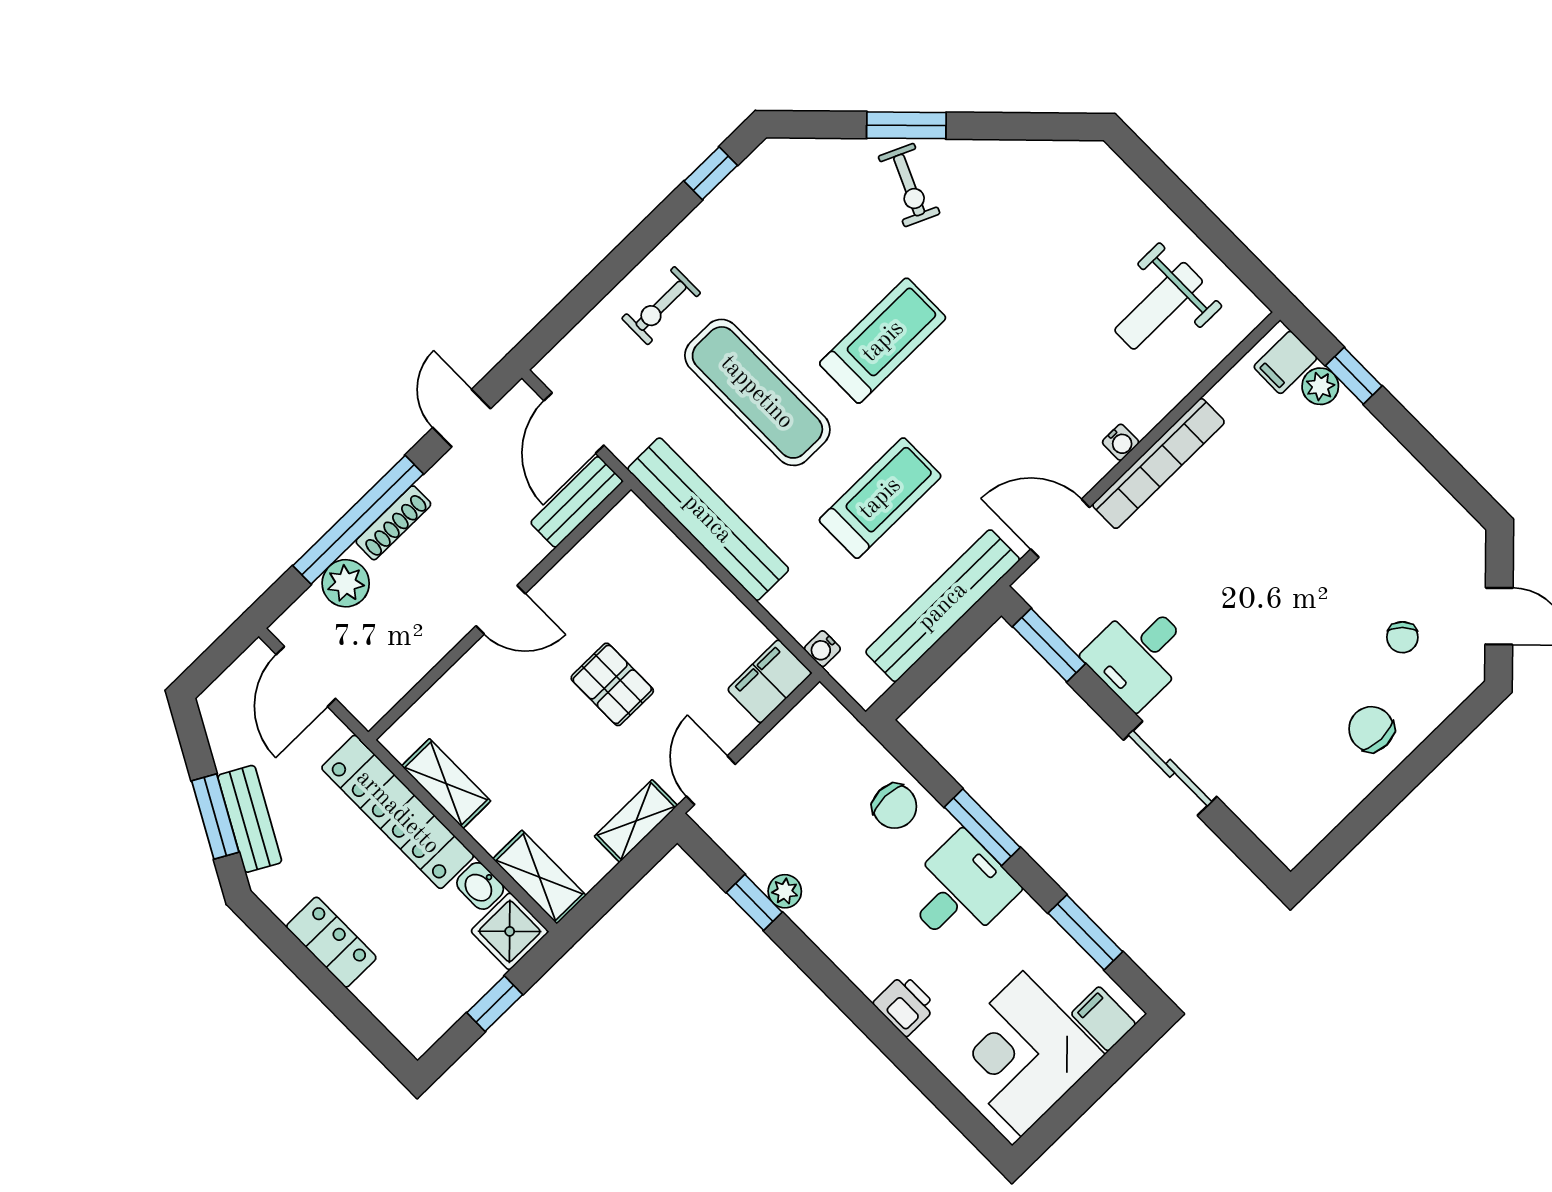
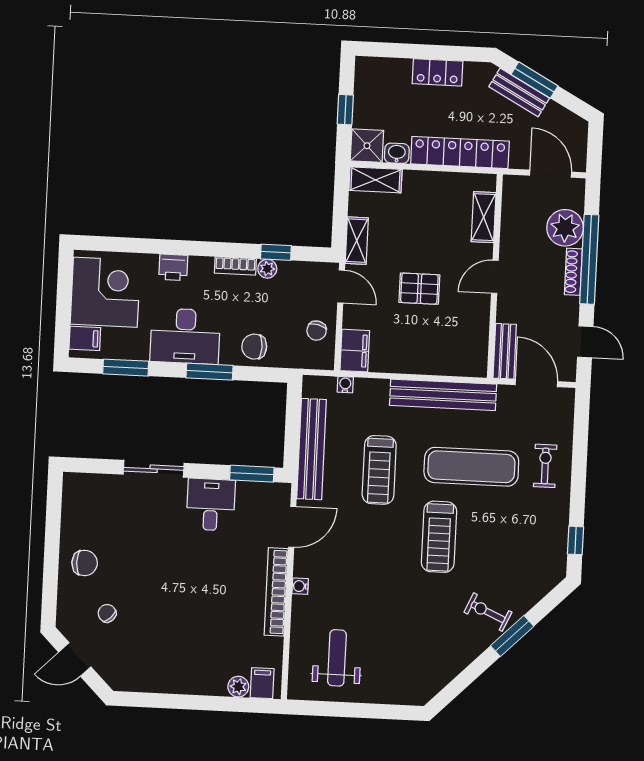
window: (1354, 376) -> (228, 704), removed
plant: (346, 583) -> (565, 228), width x1.36, depth x1.36
chair: (795, 753) -> (317, 331), added
shelving: (446, 784) -> (484, 217), moved, turned 90
desk: (960, 890) -> (185, 336), width x1.37
bookcase: (823, 933) -> (235, 266), added

